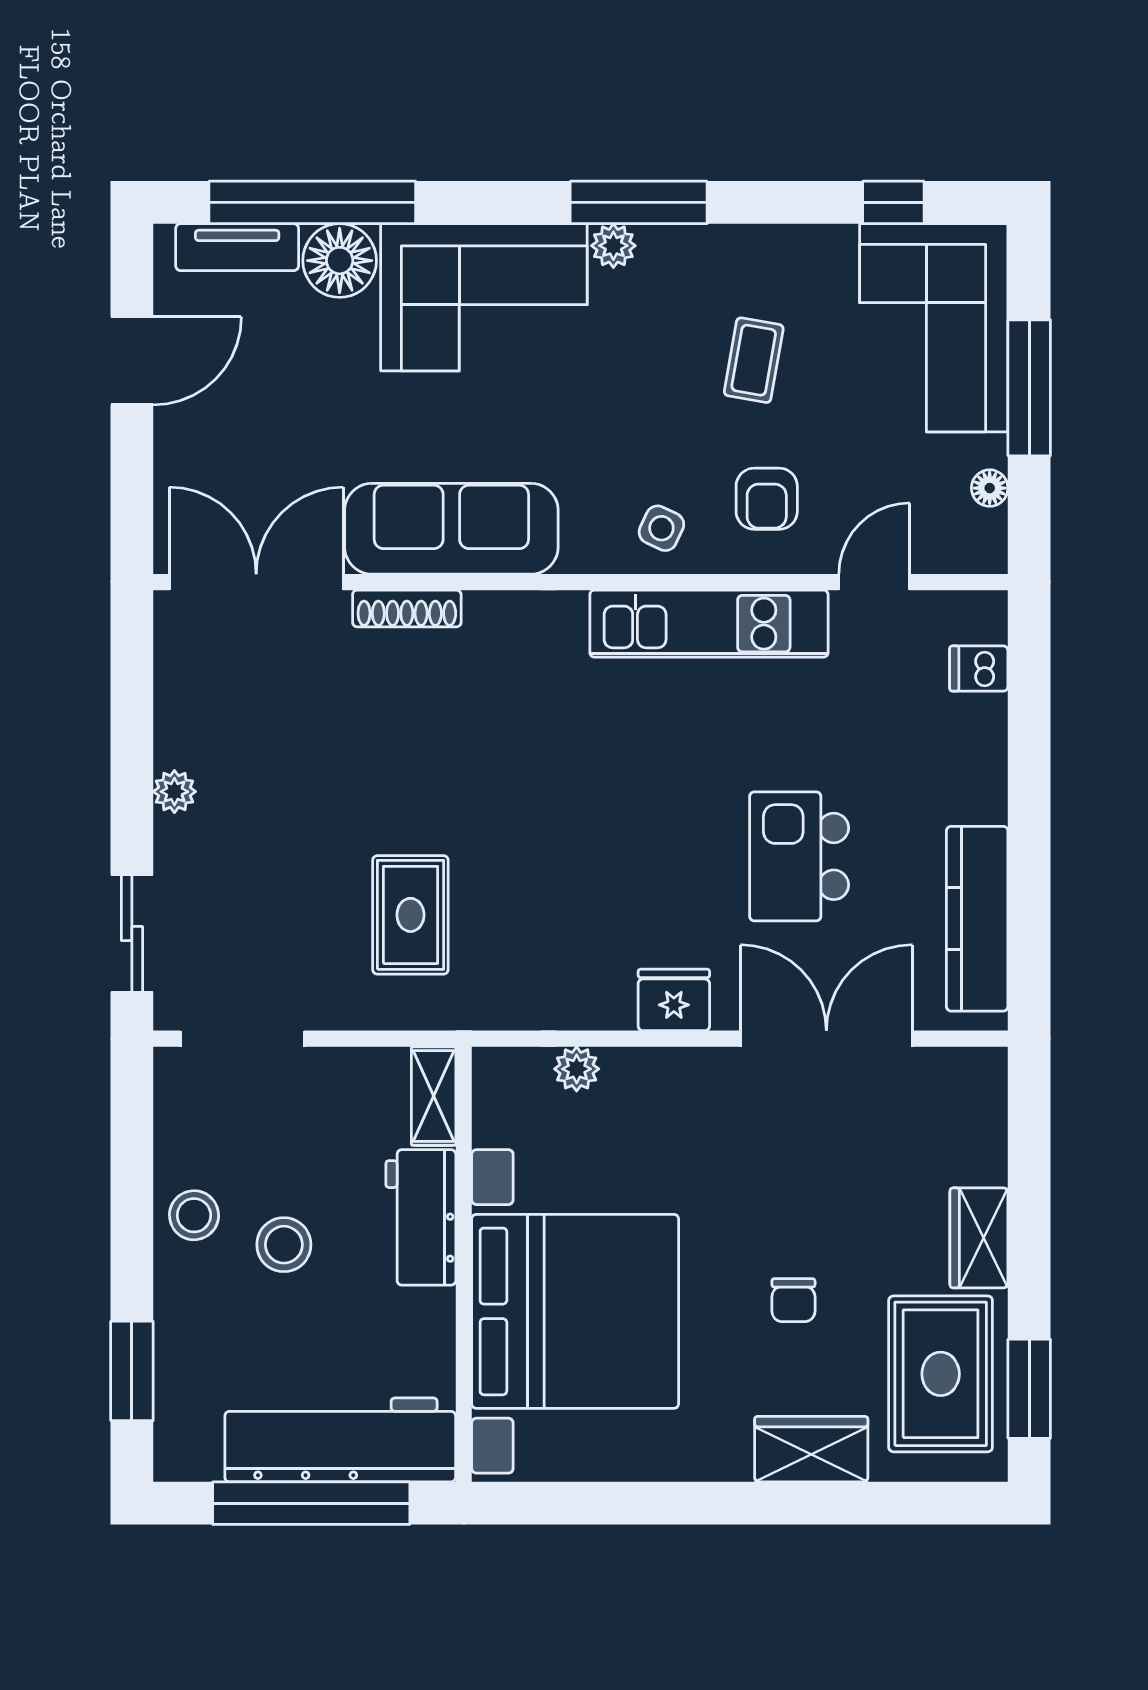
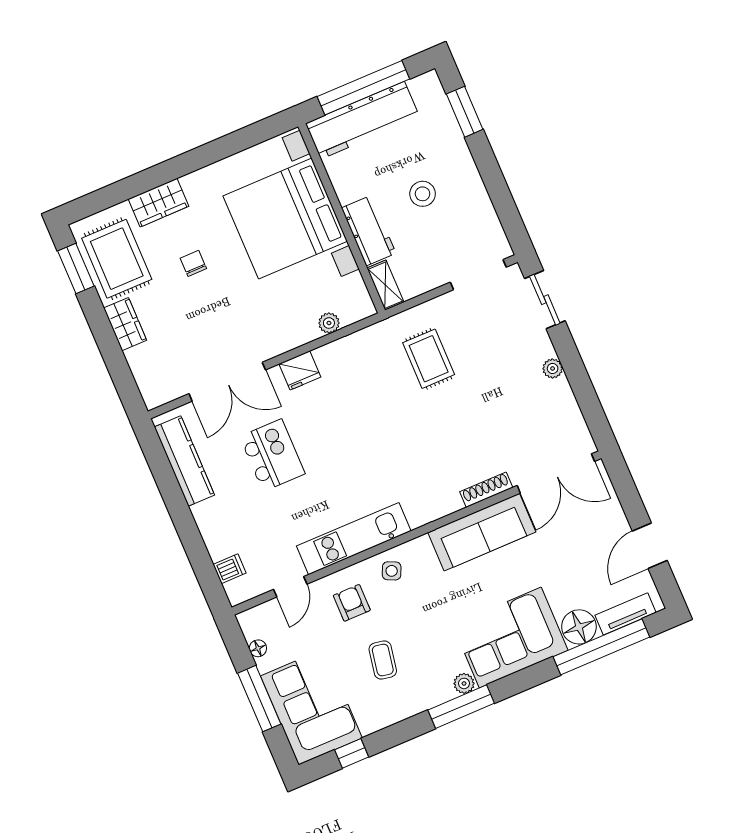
stool: (194, 1215) -> (467, 190), removed

